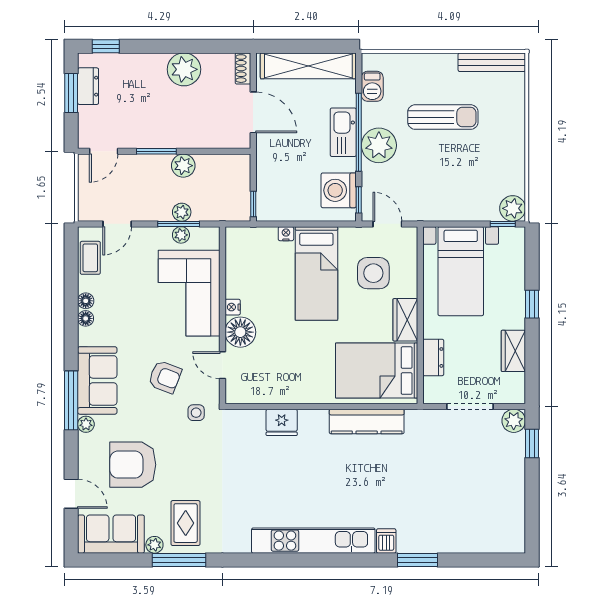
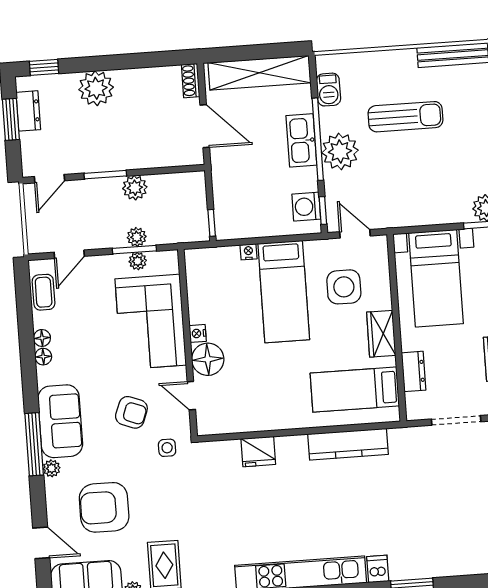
plant: (184, 69) -> (96, 88), moved
washing machine: (339, 190) -> (306, 207), width x0.73, depth x0.73
bed: (377, 371) -> (355, 390), width x0.67

